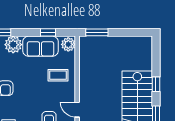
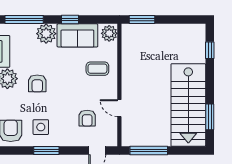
window: (48, 32) -> (70, 20), moved
window: (156, 84) -> (210, 50), moved

